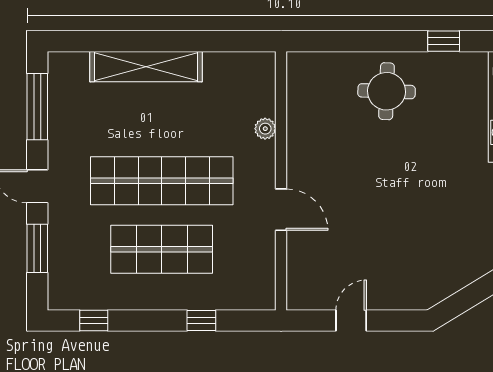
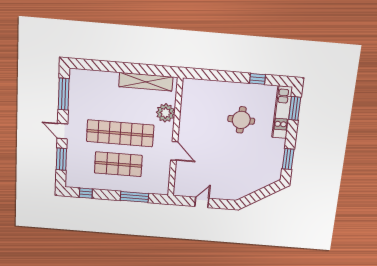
shelving: (146, 67) -> (146, 82), moved
round table: (387, 91) -> (241, 120), moved
plant: (265, 129) -> (166, 113), width x1.88, depth x1.88
window: (201, 320) -> (134, 197), width x2.17

